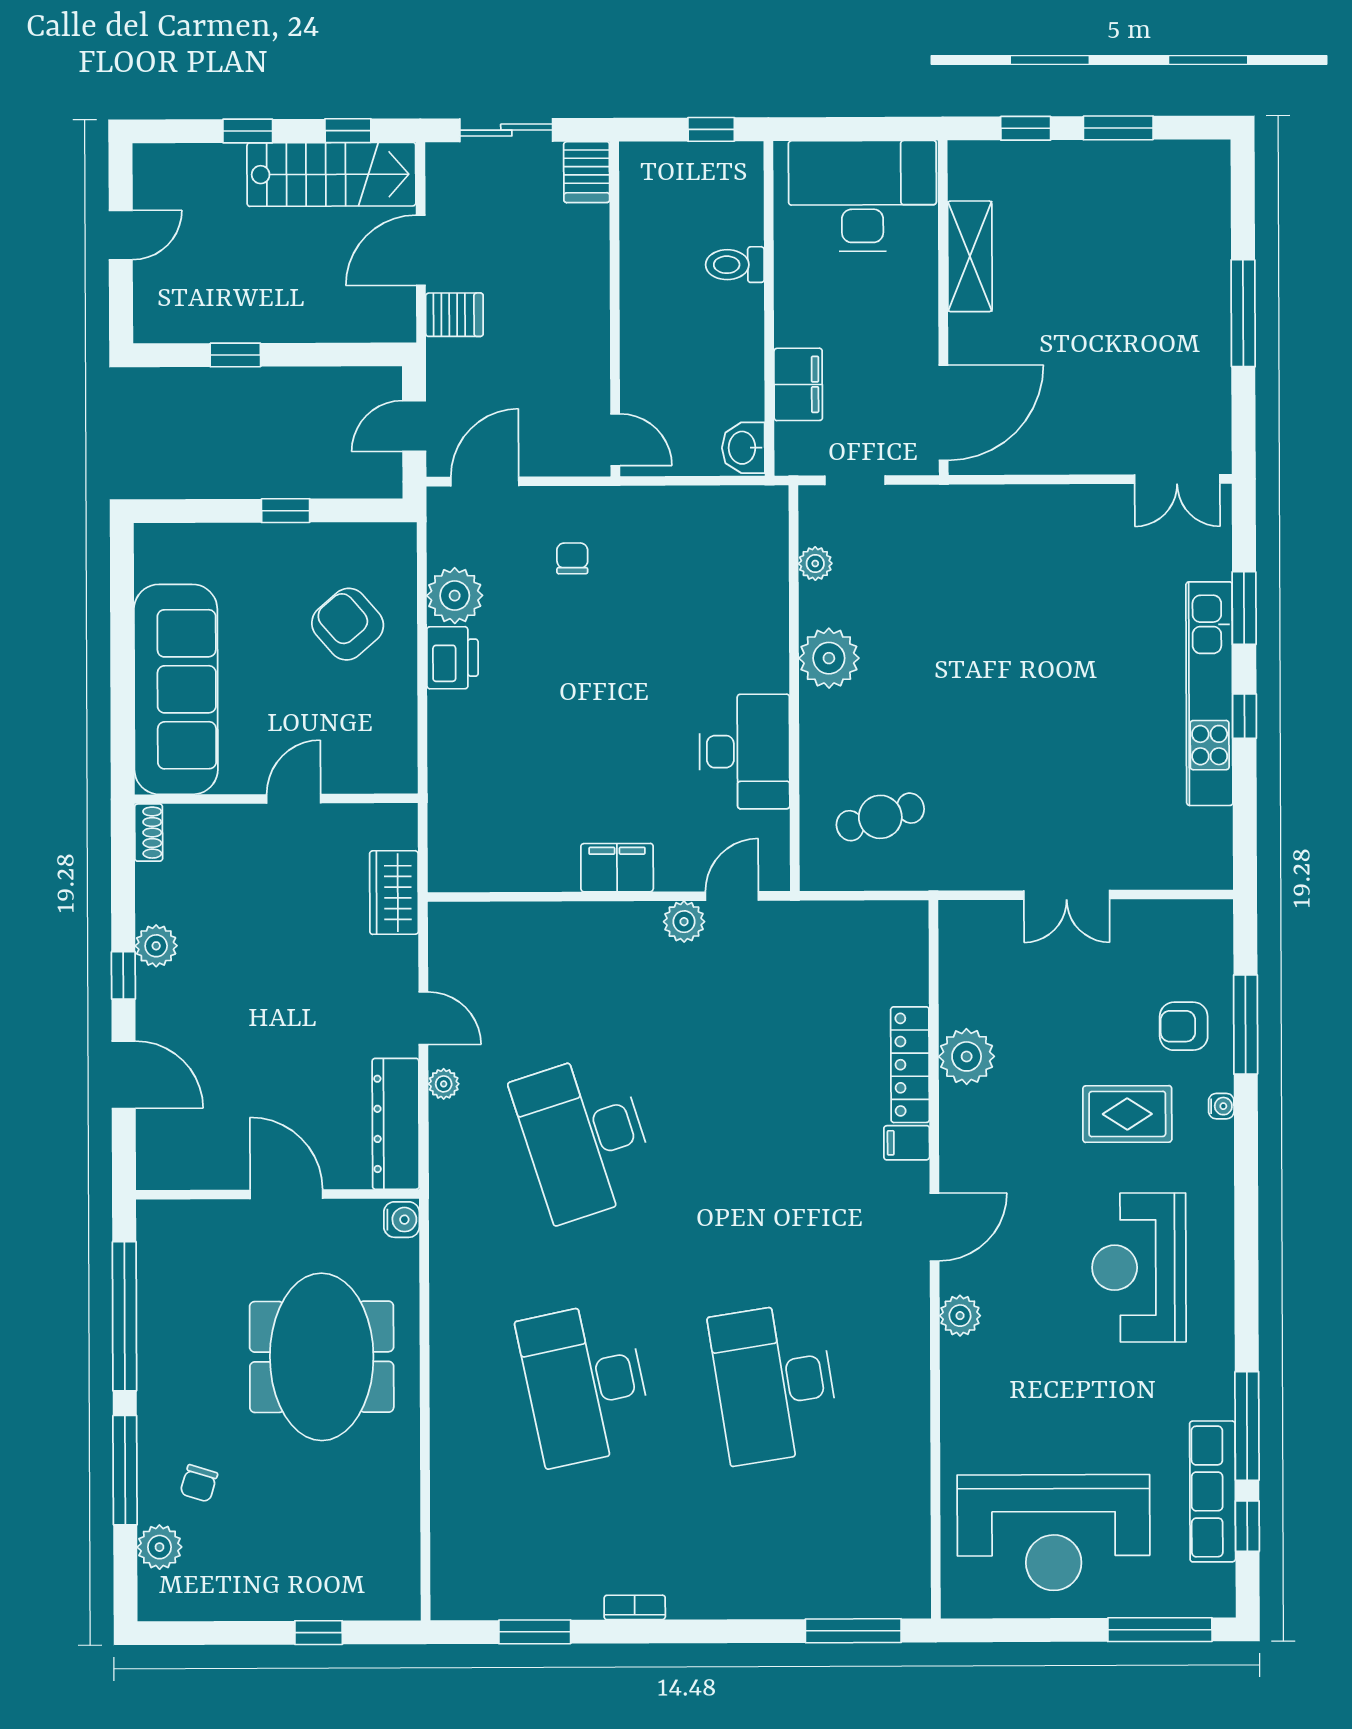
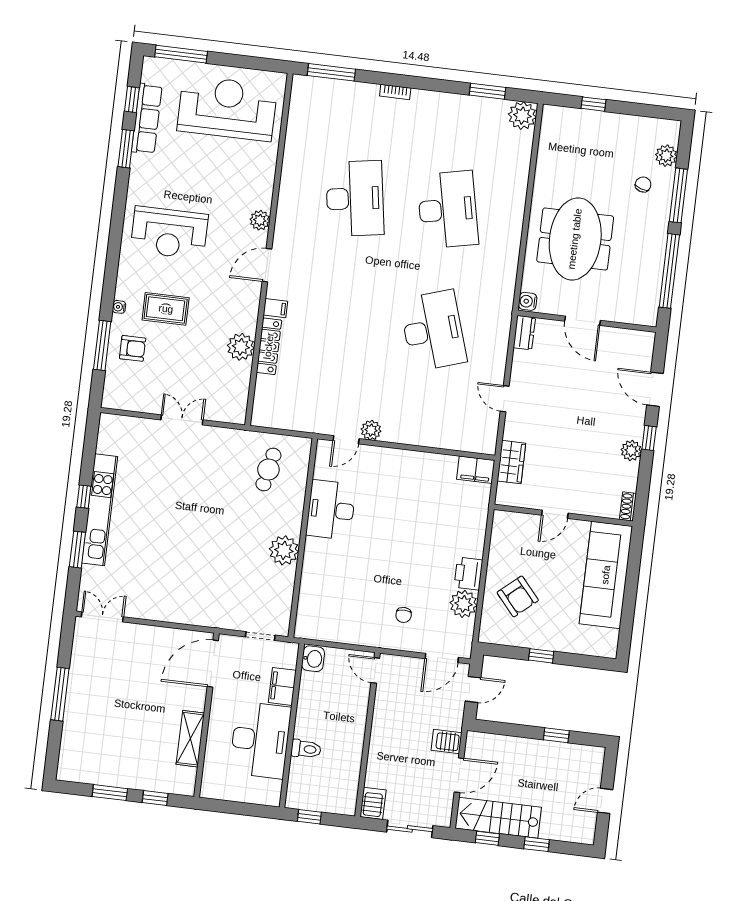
desk: (862, 196) -> (260, 740), moved, turned -90
plant: (815, 564) -> (285, 598), removed
cafe table: (880, 817) -> (268, 469), turned -62
filing cabinet: (617, 868) -> (476, 470), moved
plant: (444, 1084) -> (522, 116), moved, width x1.88, depth x1.88
dresser: (396, 1124) -> (524, 333), width x0.51, depth x0.80
reception desk: (1139, 1268) -> (169, 233), turned 90
window: (1247, 1426) -> (126, 149), width x0.69
bookcase: (635, 1607) -> (395, 92), moved

